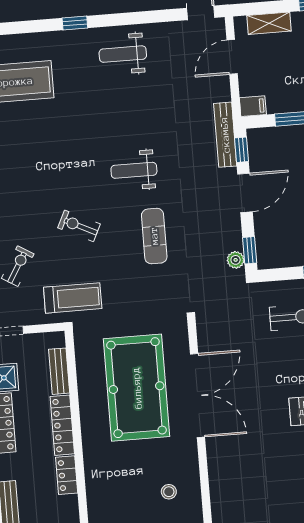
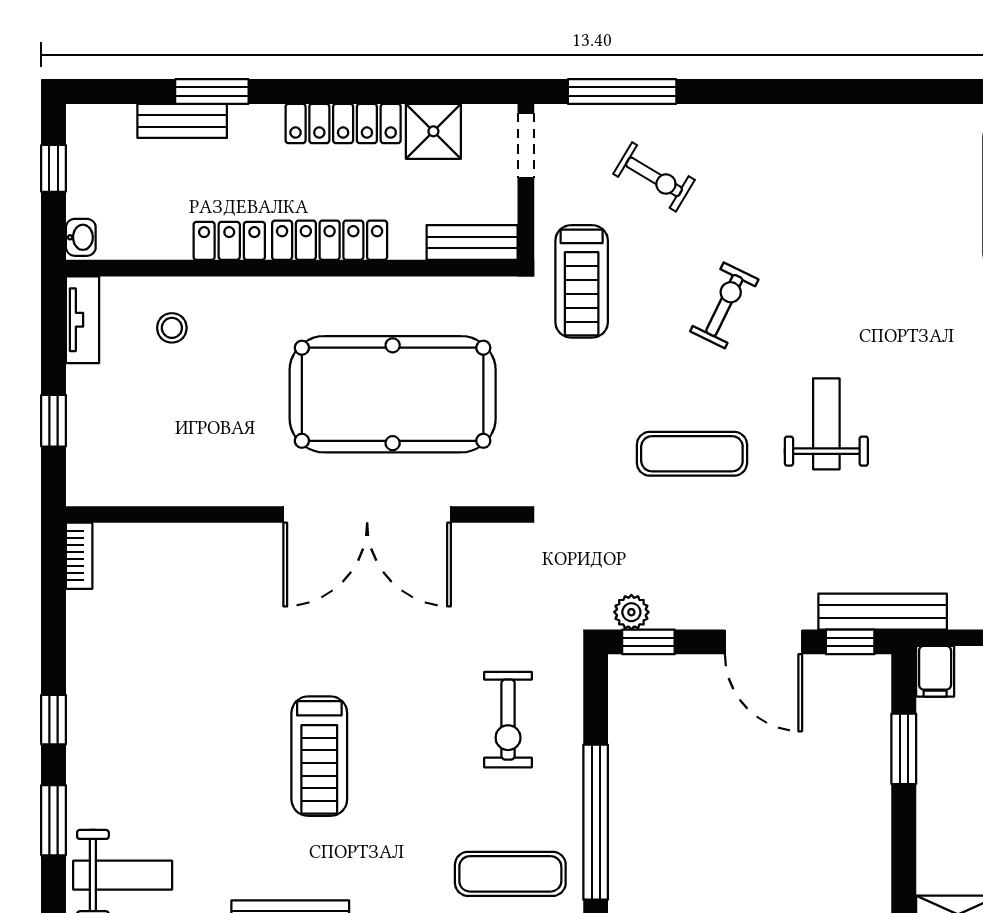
bench: (59, 371) -> (472, 242), moved
stool: (169, 492) -> (172, 328), moved

